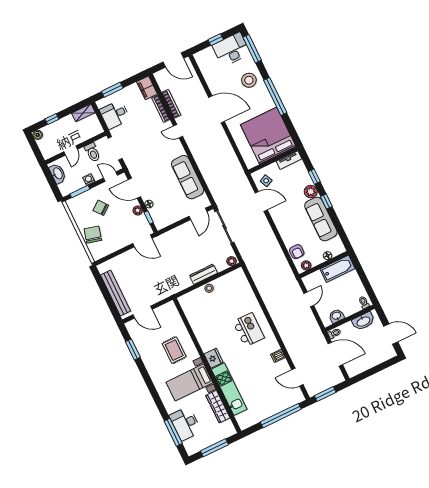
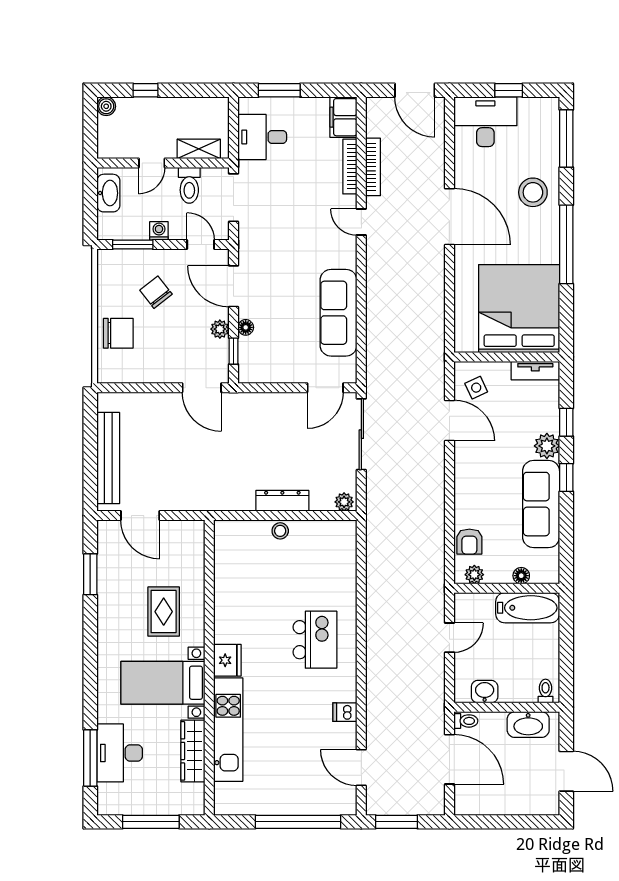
desk: (231, 49) -> (485, 122), moved
shelving: (83, 113) -> (199, 149), moved
chair: (93, 235) -> (118, 333), turned 75

